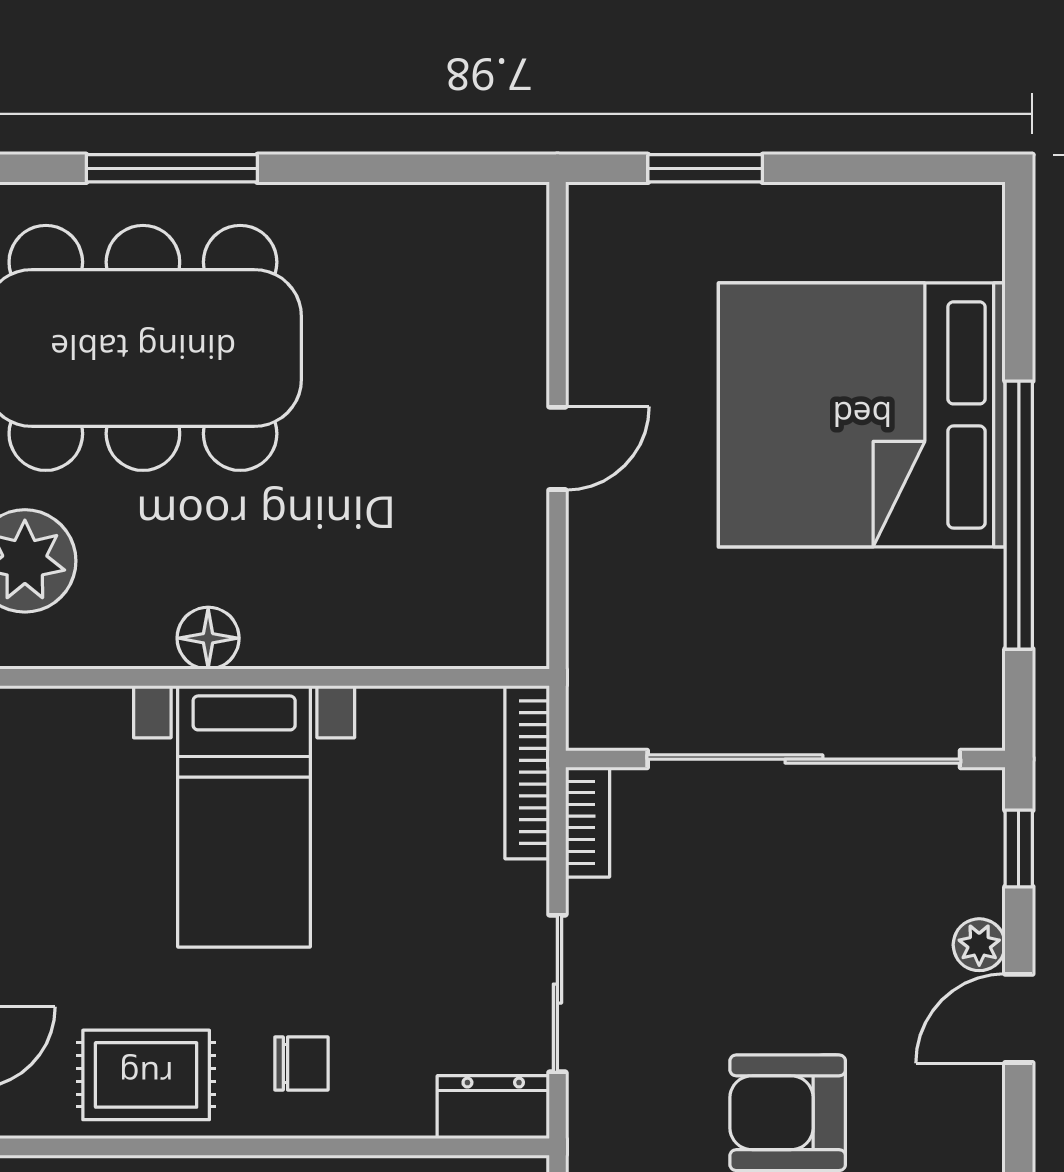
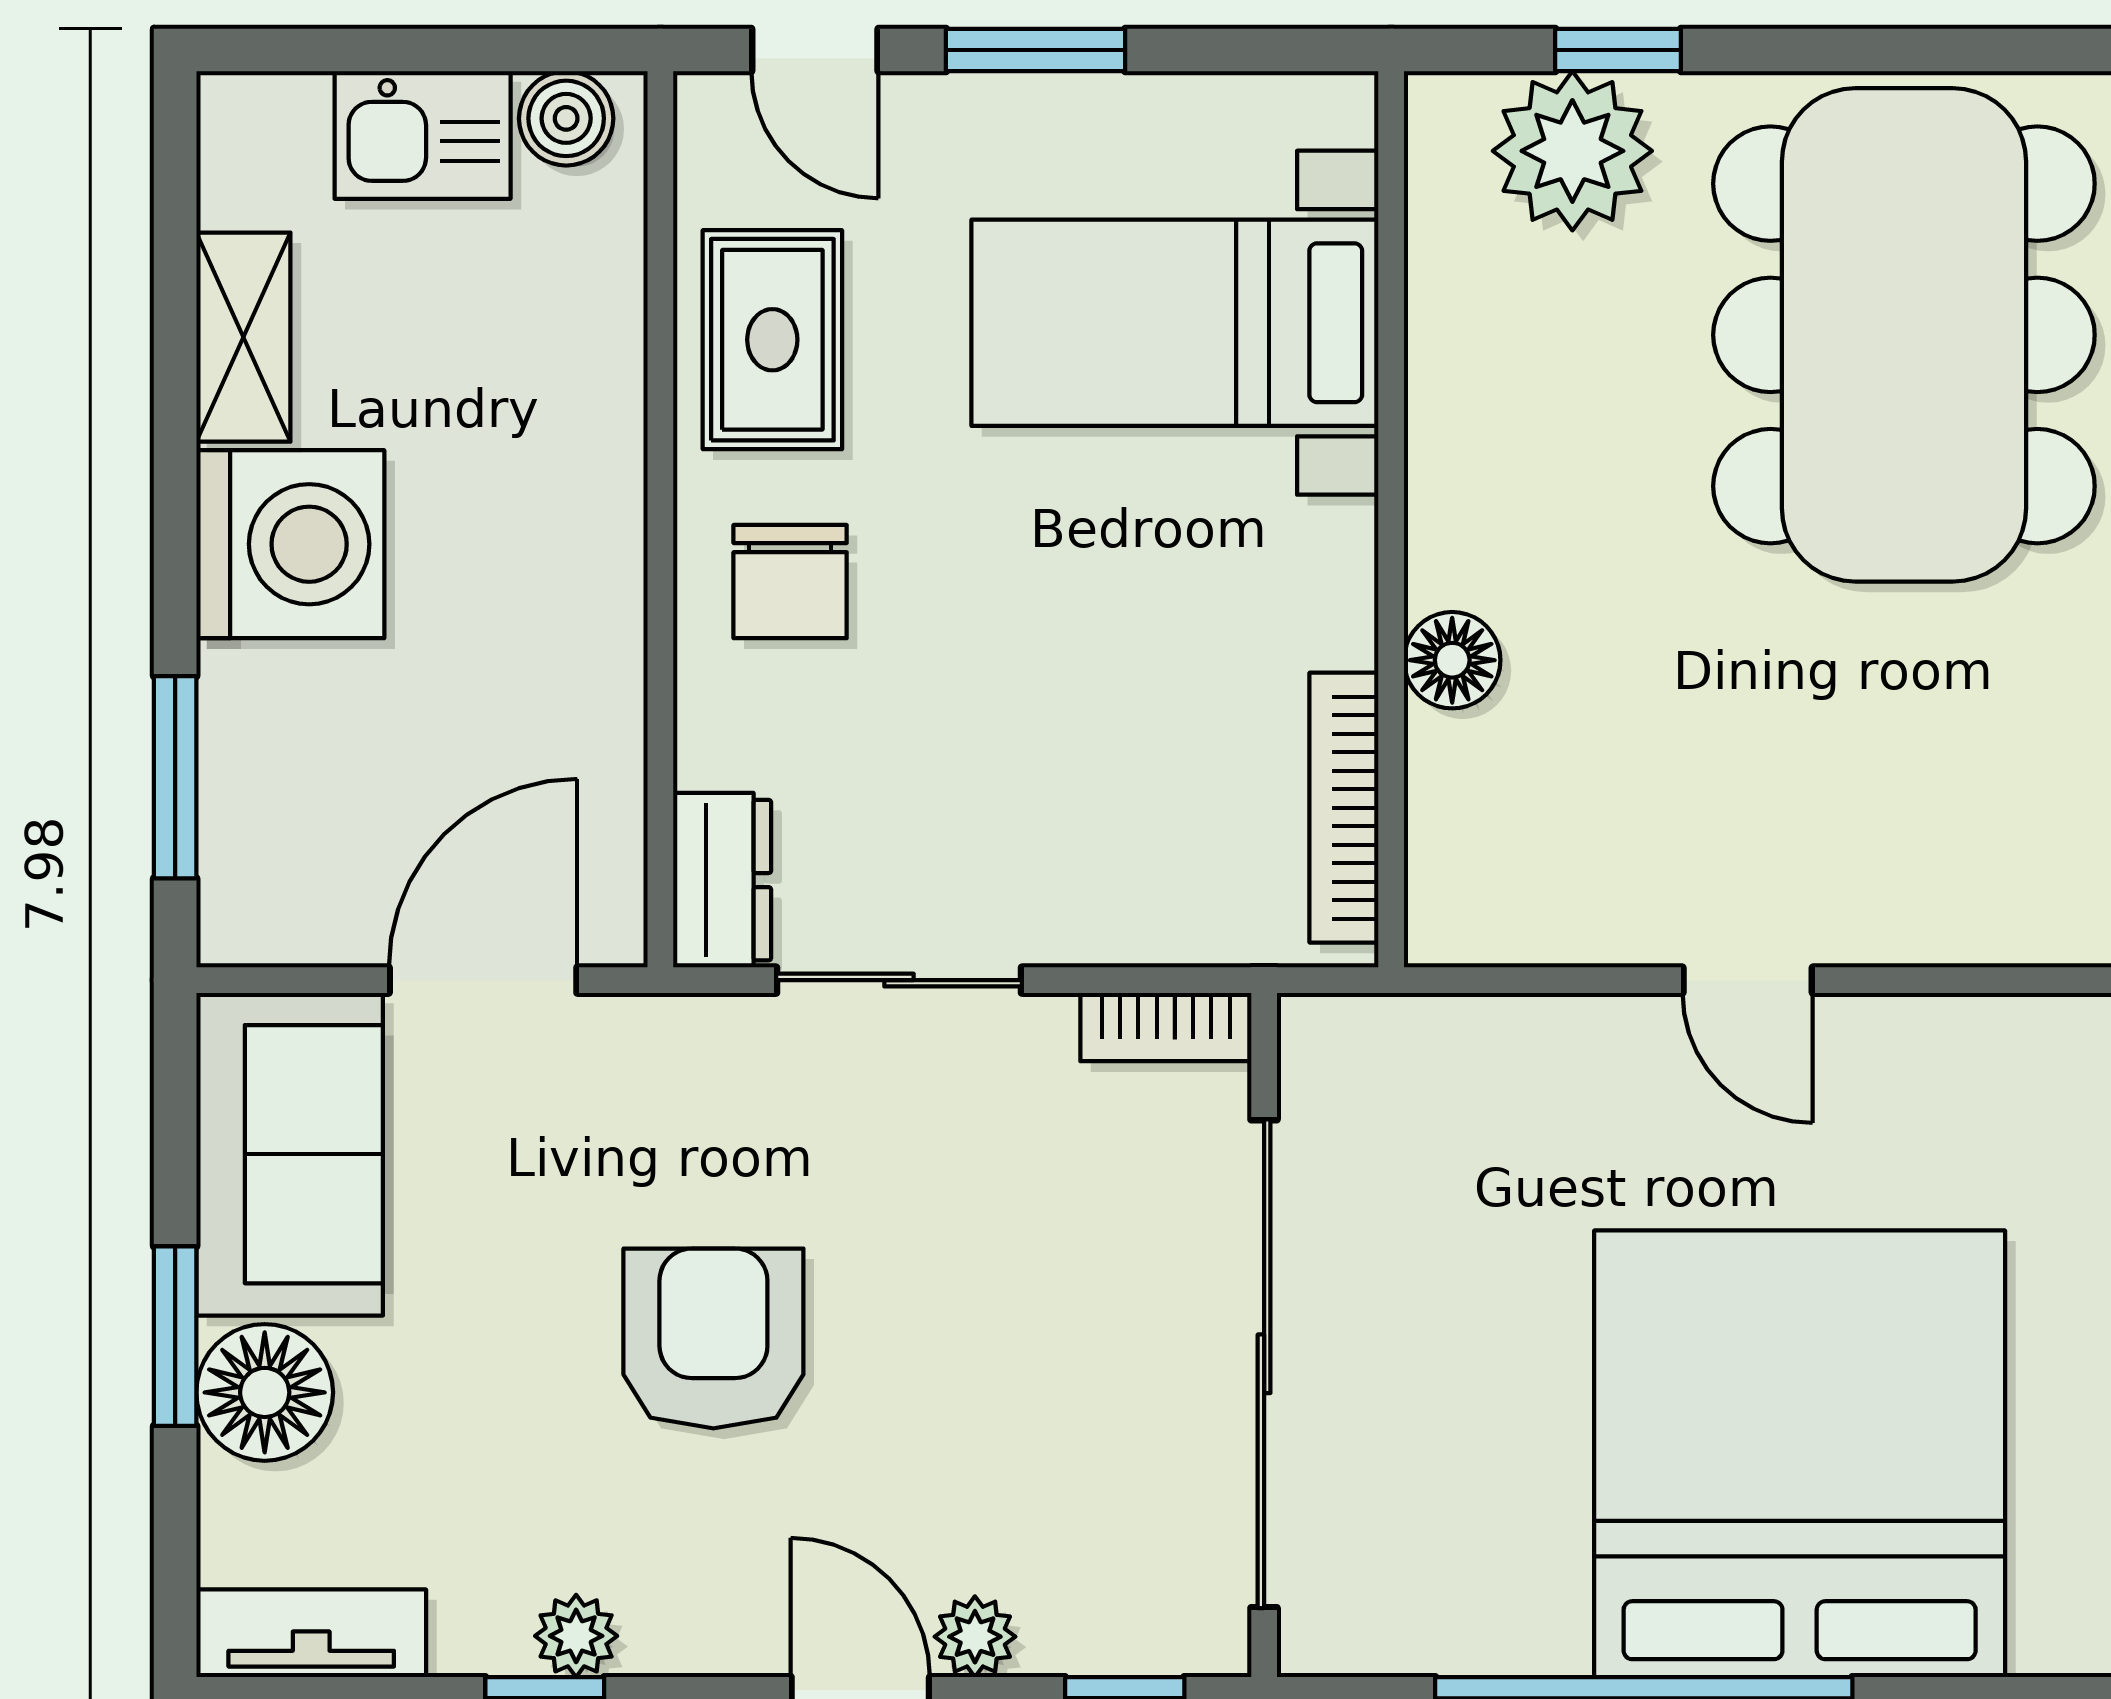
floor lamp: (208, 638) -> (1452, 660), moved
bookcase: (527, 772) -> (1344, 808), moved, turned -90
bed with nightstands: (244, 816) -> (1175, 323), moved
chair: (301, 1064) -> (790, 582), width x1.37, depth x1.37

